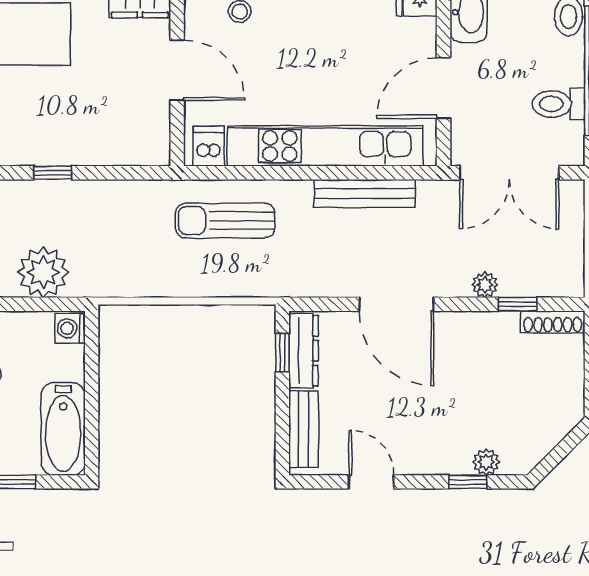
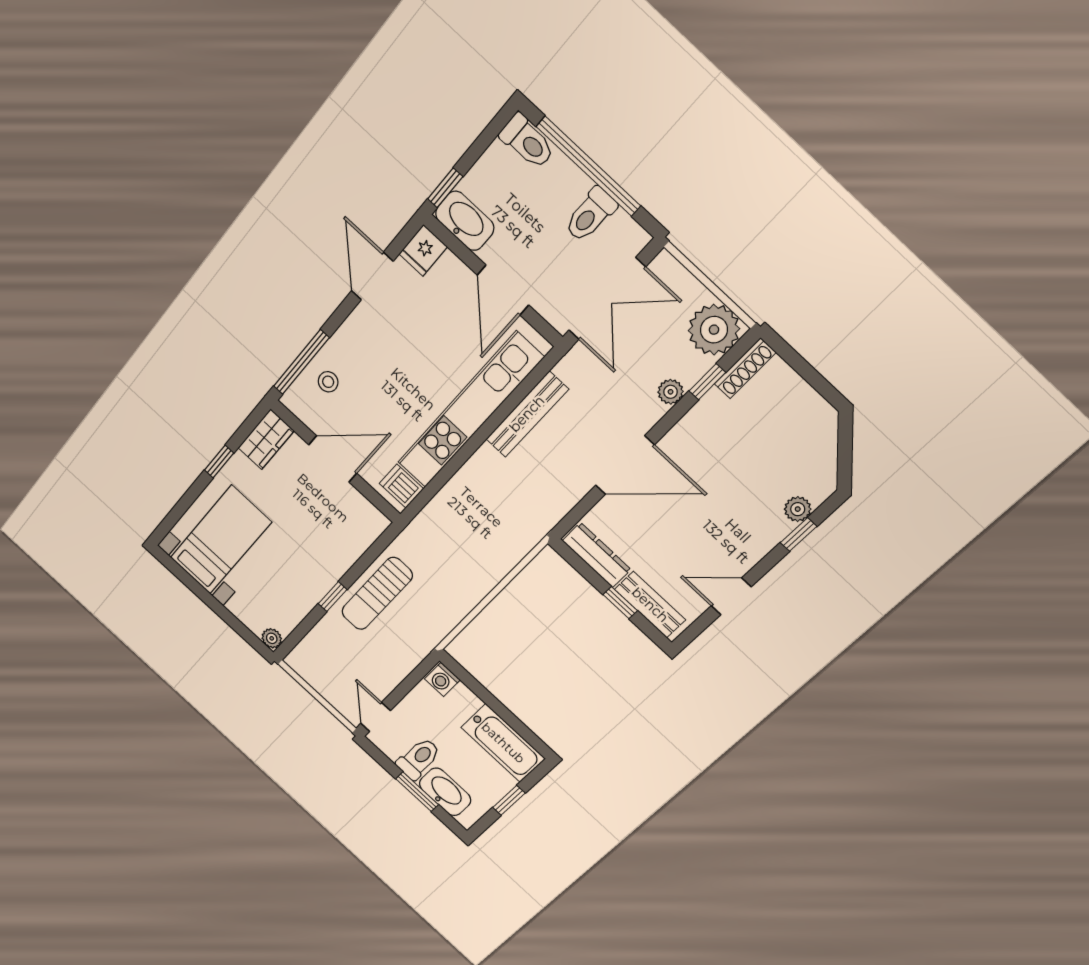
sun lounger: (225, 221) -> (377, 594), moved
plant: (43, 272) -> (714, 330), moved
window: (282, 353) -> (620, 603), moved

